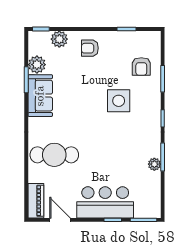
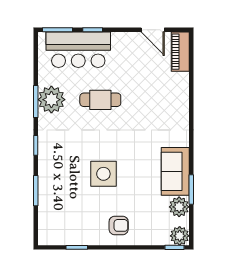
plant: (59, 39) -> (180, 236), moved
armchair: (141, 66) -> (60, 205), removed
side table: (119, 101) -> (103, 174), moved
cafe table: (54, 155) -> (100, 100), moved, width x0.73, depth x0.74
plant: (154, 164) -> (51, 100), width x1.88, depth x1.88
bar counter: (105, 202) -> (78, 50), moved

